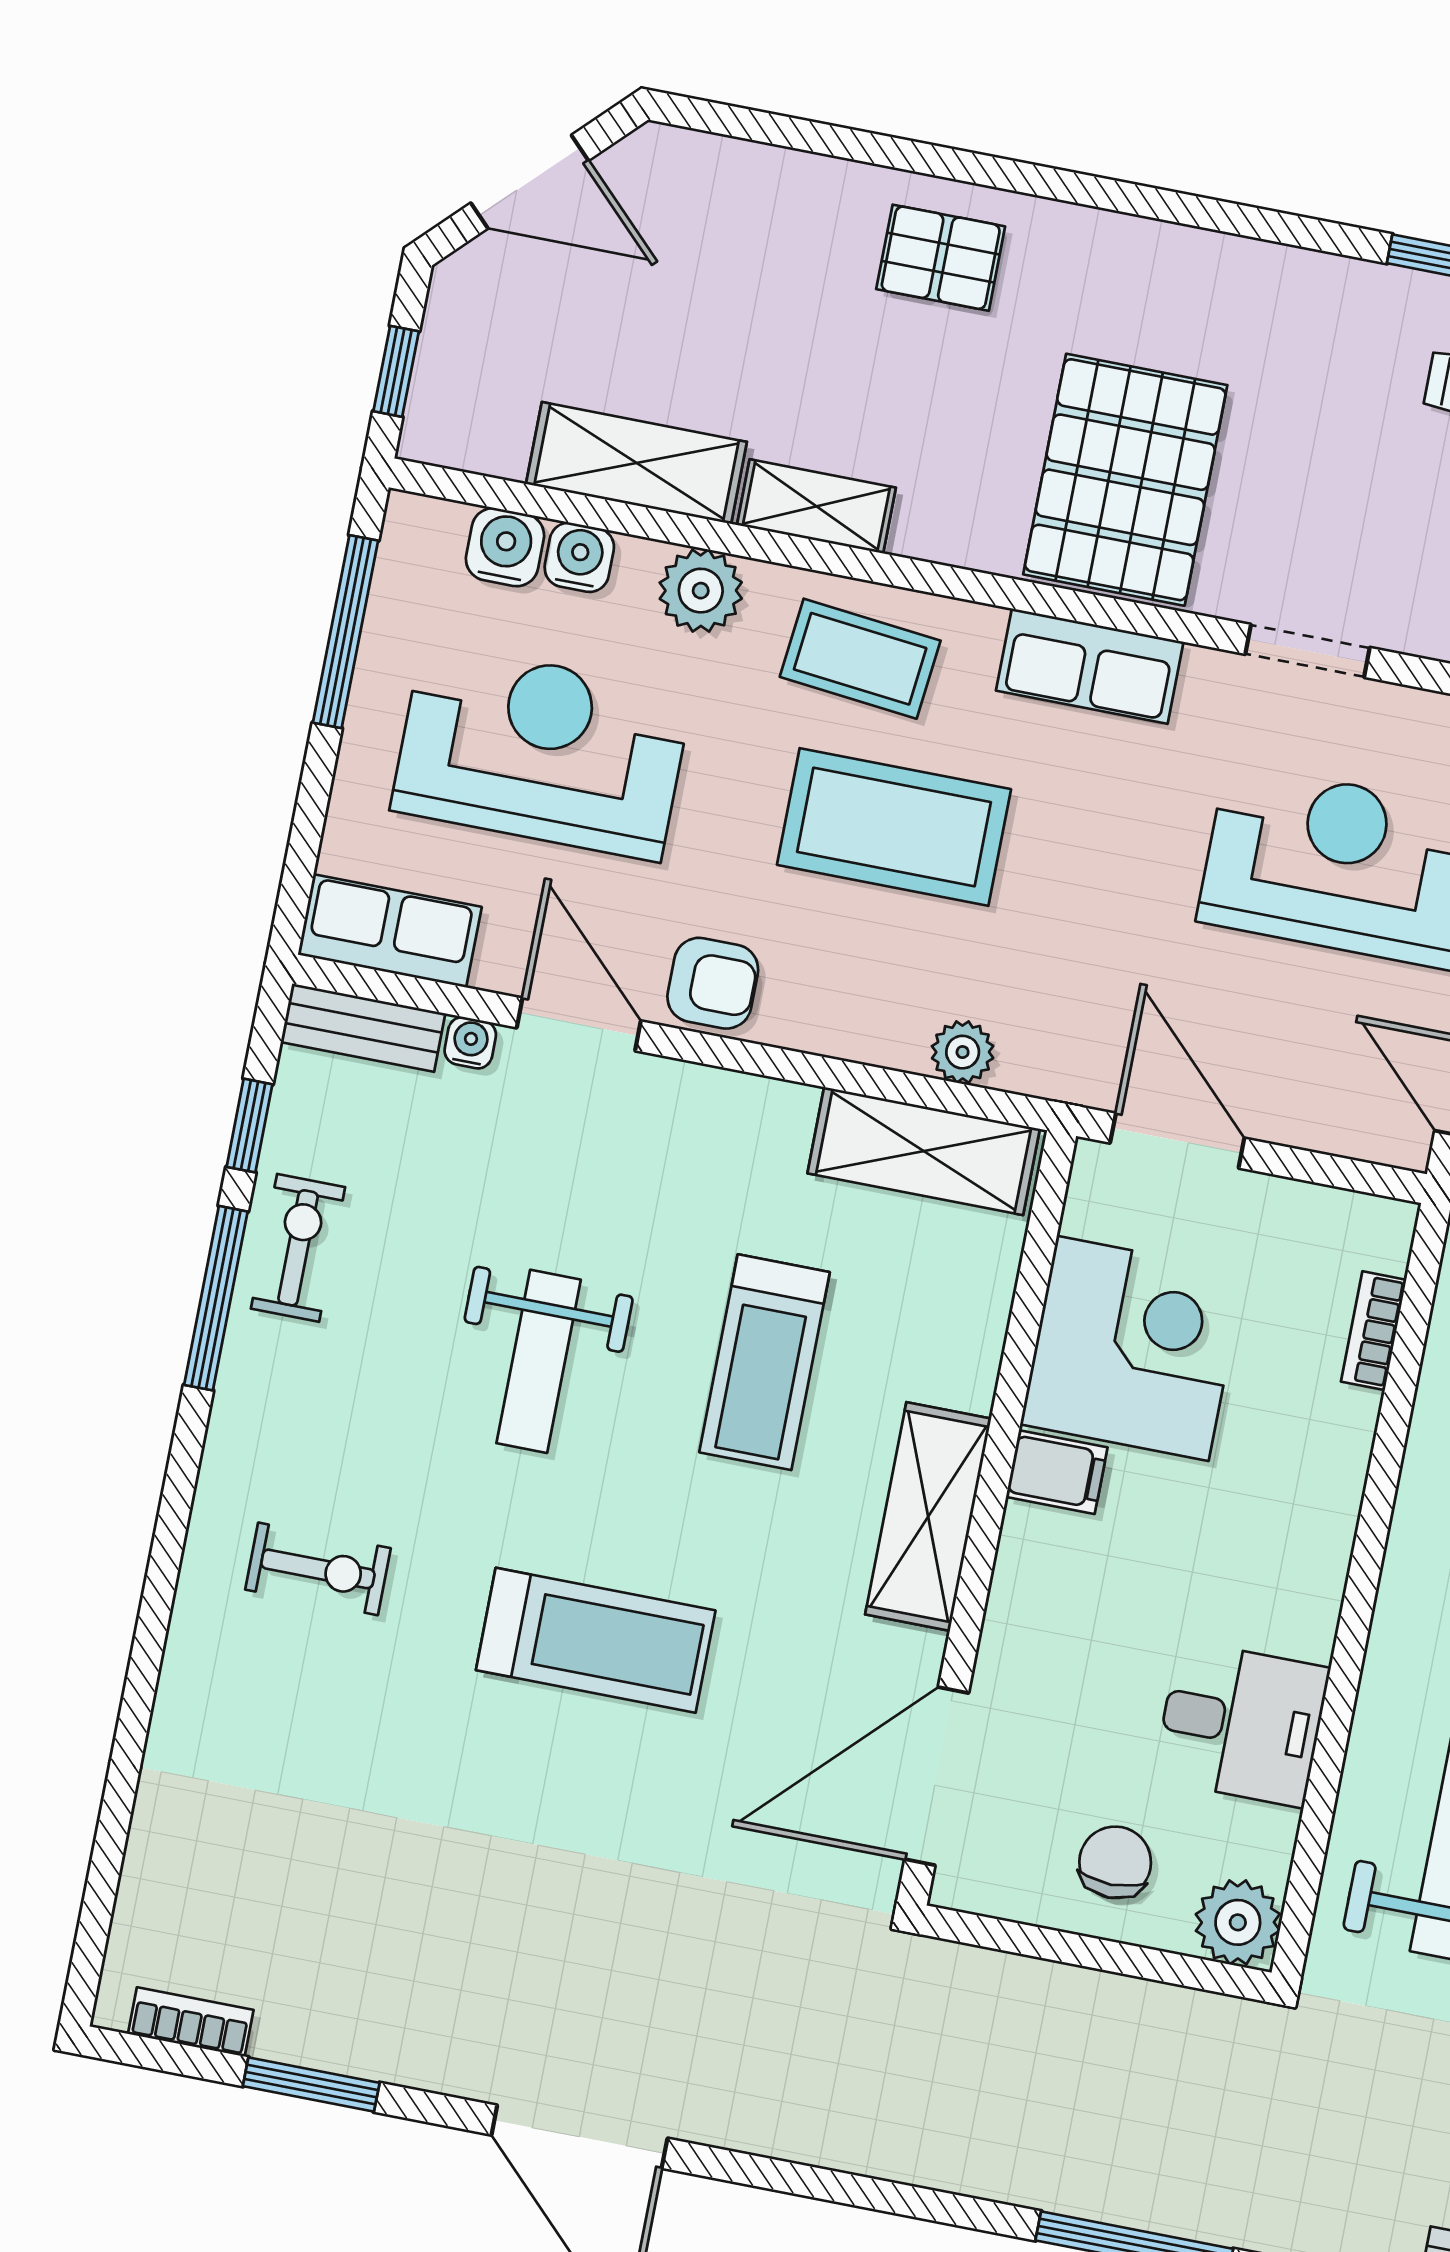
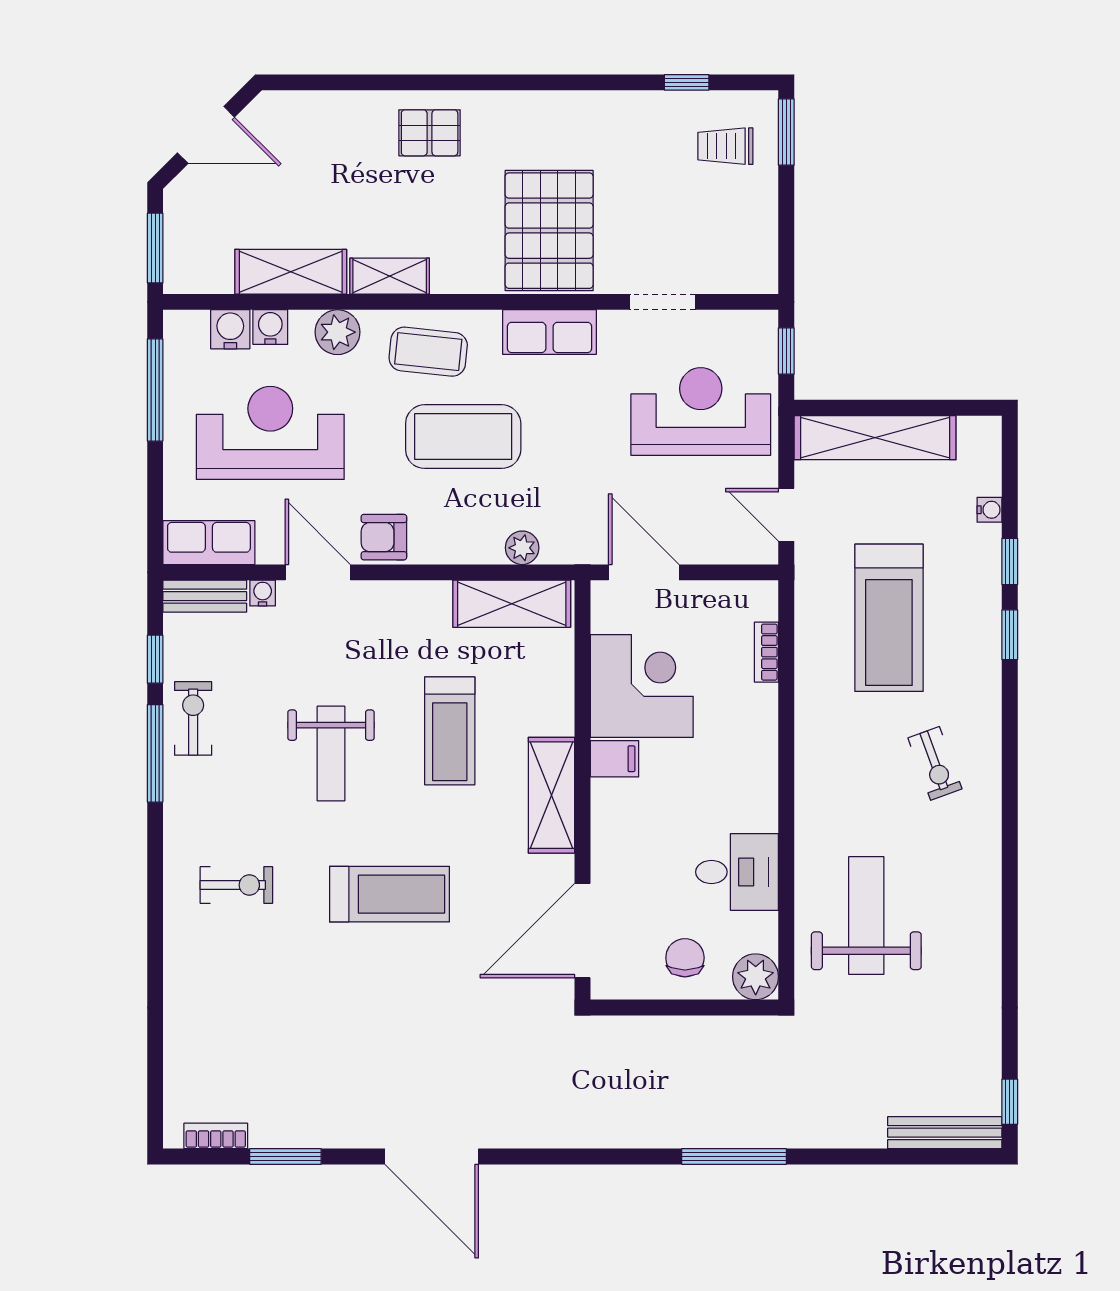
window: (396, 371) -> (155, 248), width x1.50
armchair: (713, 983) -> (384, 537), turned 180

